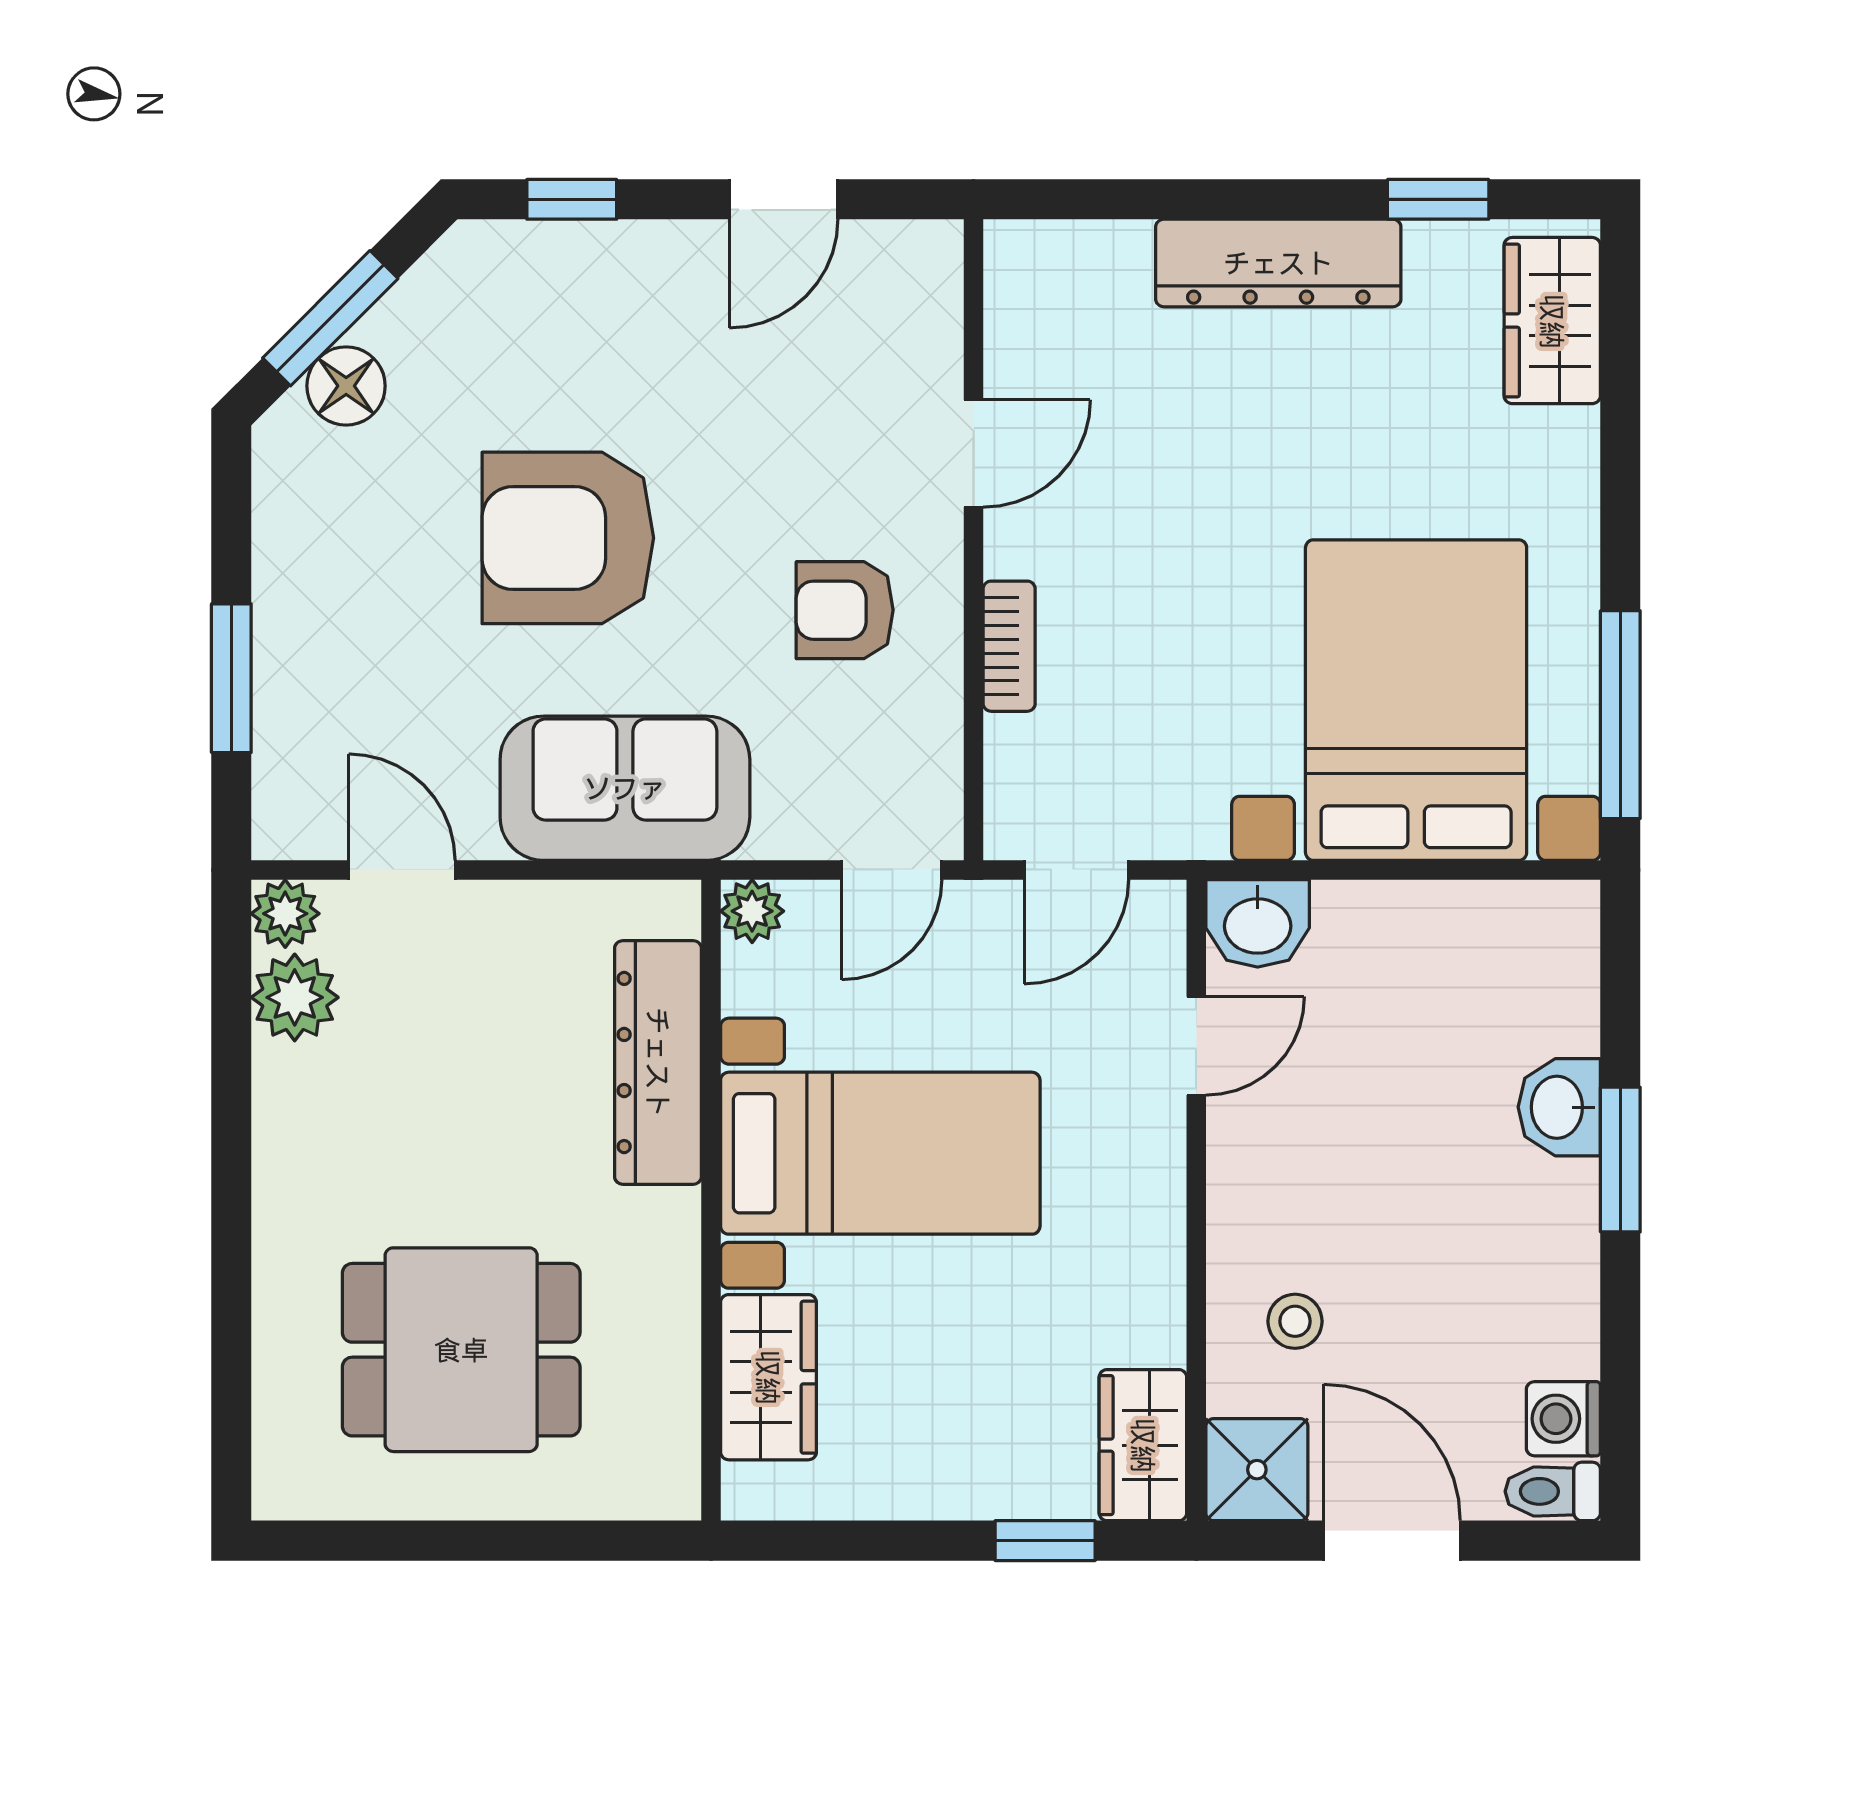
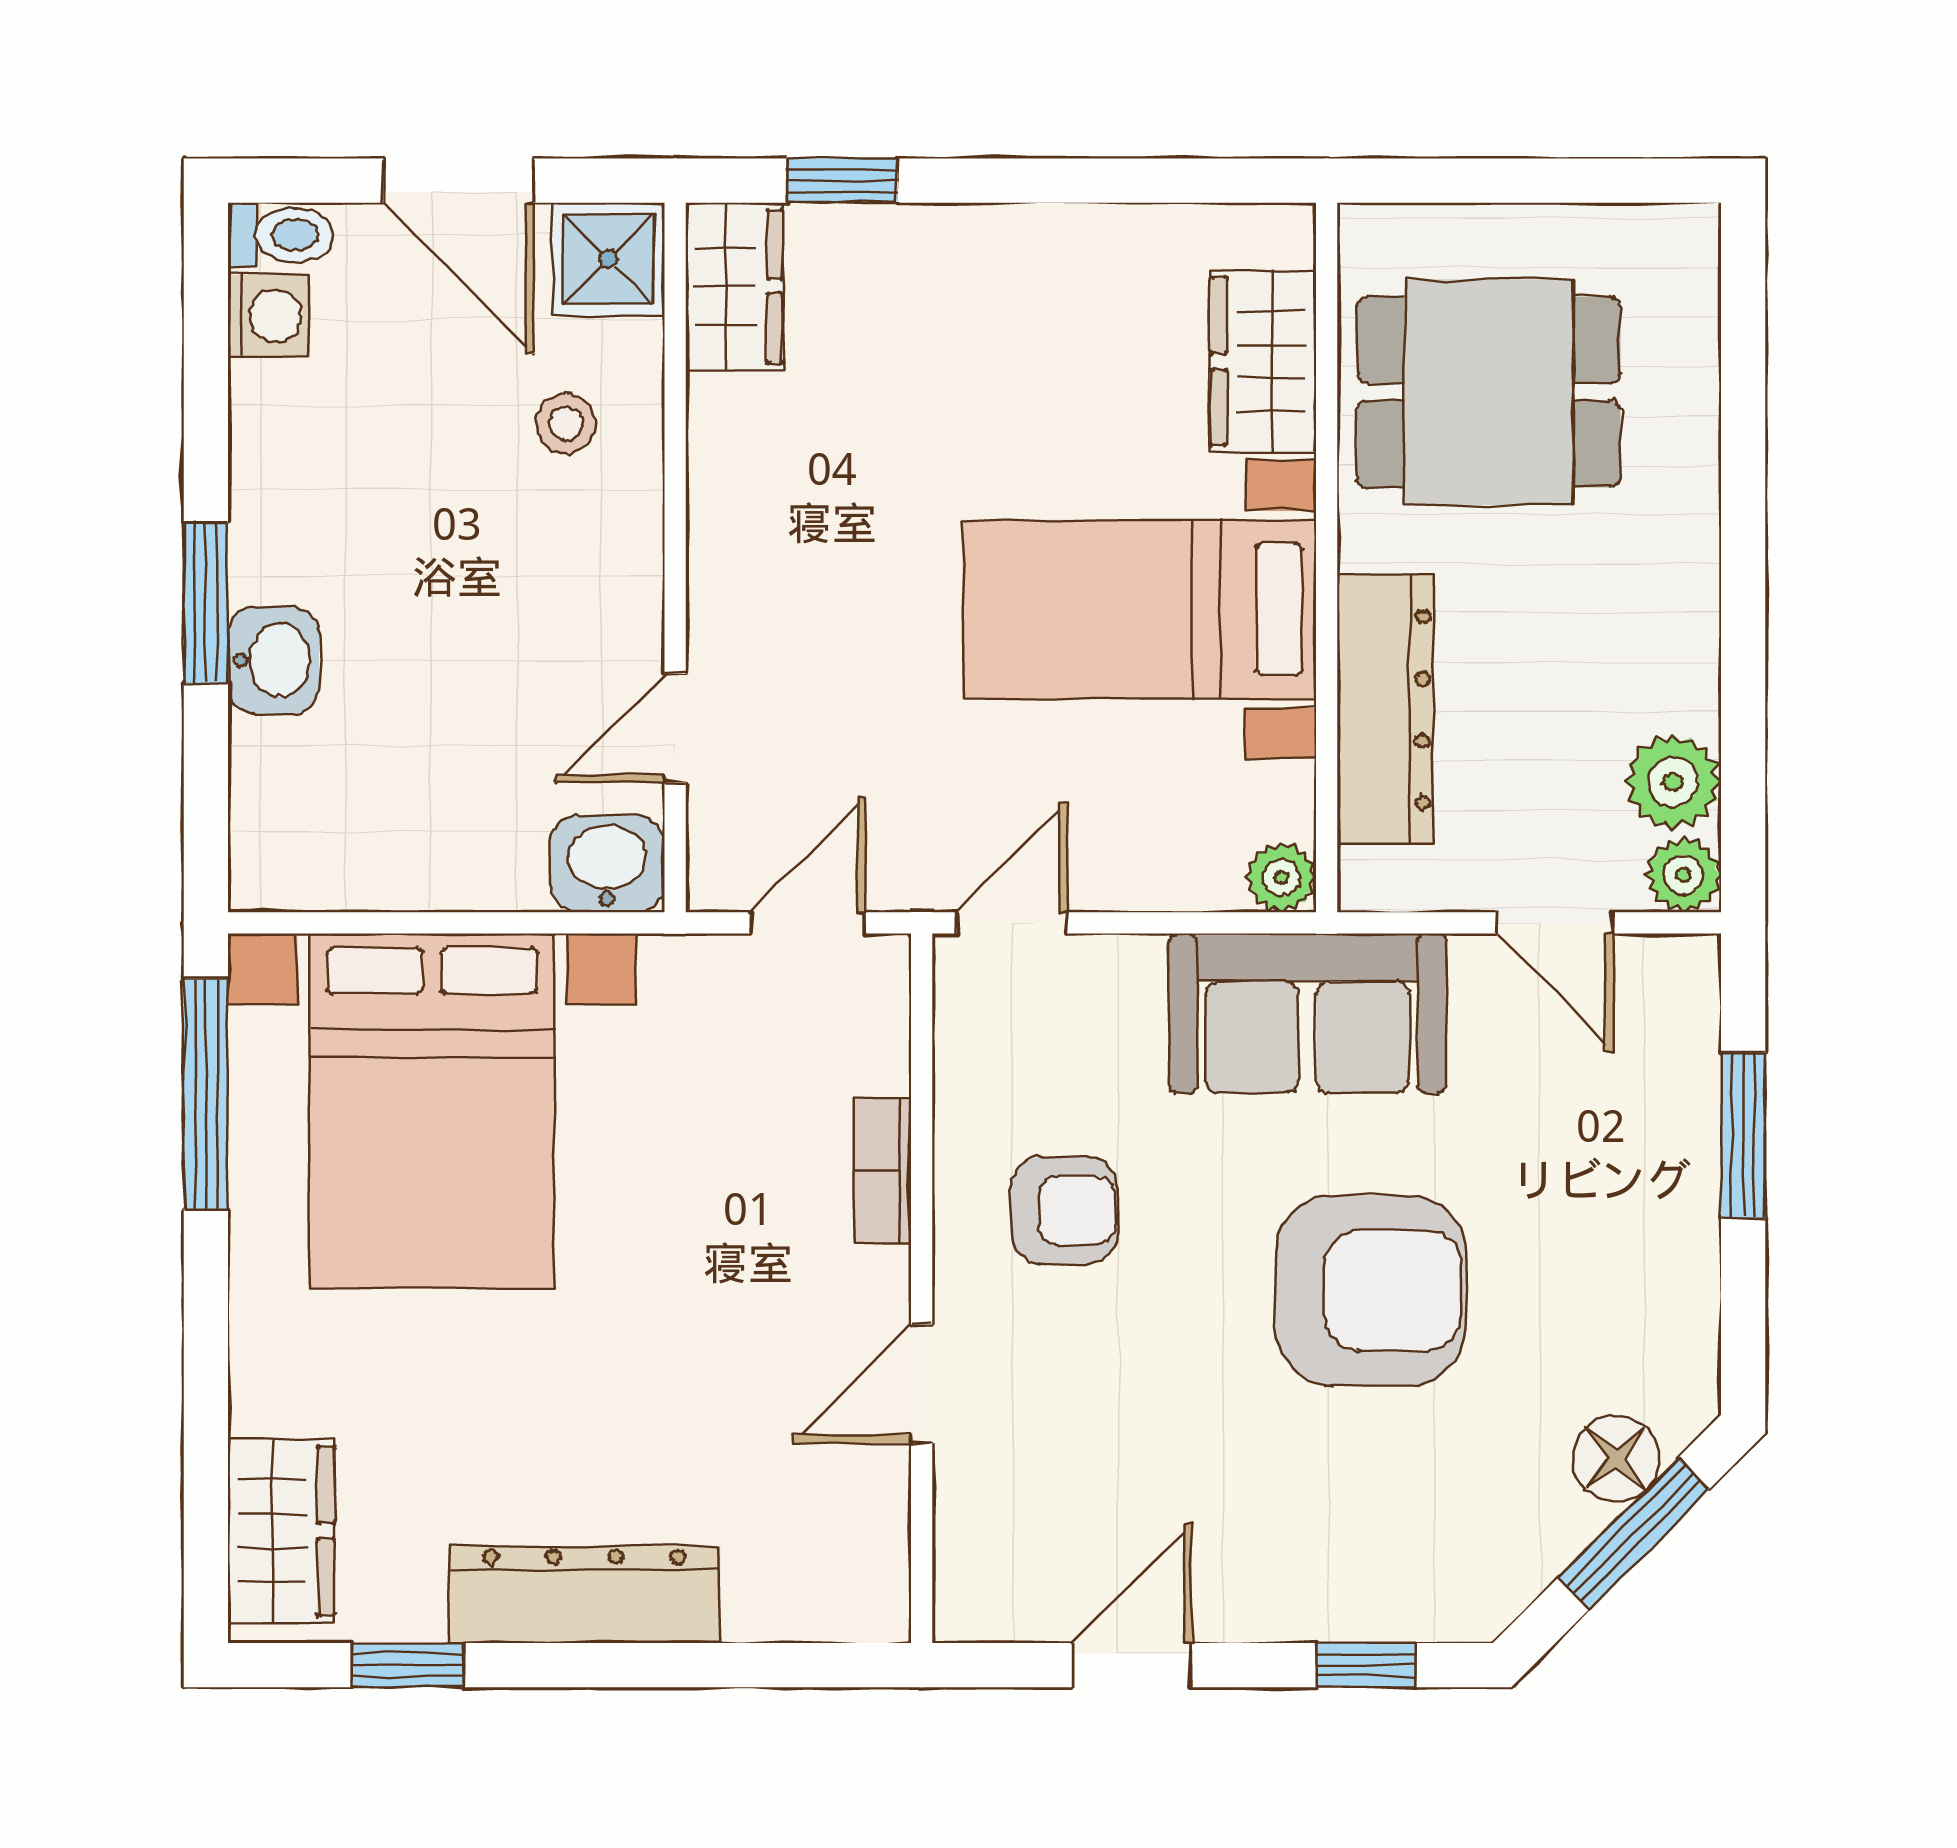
plant: (752, 911) -> (1281, 877), moved
dresser: (658, 1062) -> (1385, 710), moved
bed with nightstands: (880, 1153) -> (1139, 609), moved
wall: (711, 1200) -> (1327, 558), moved
wardrobe: (768, 1377) -> (1263, 362), moved

